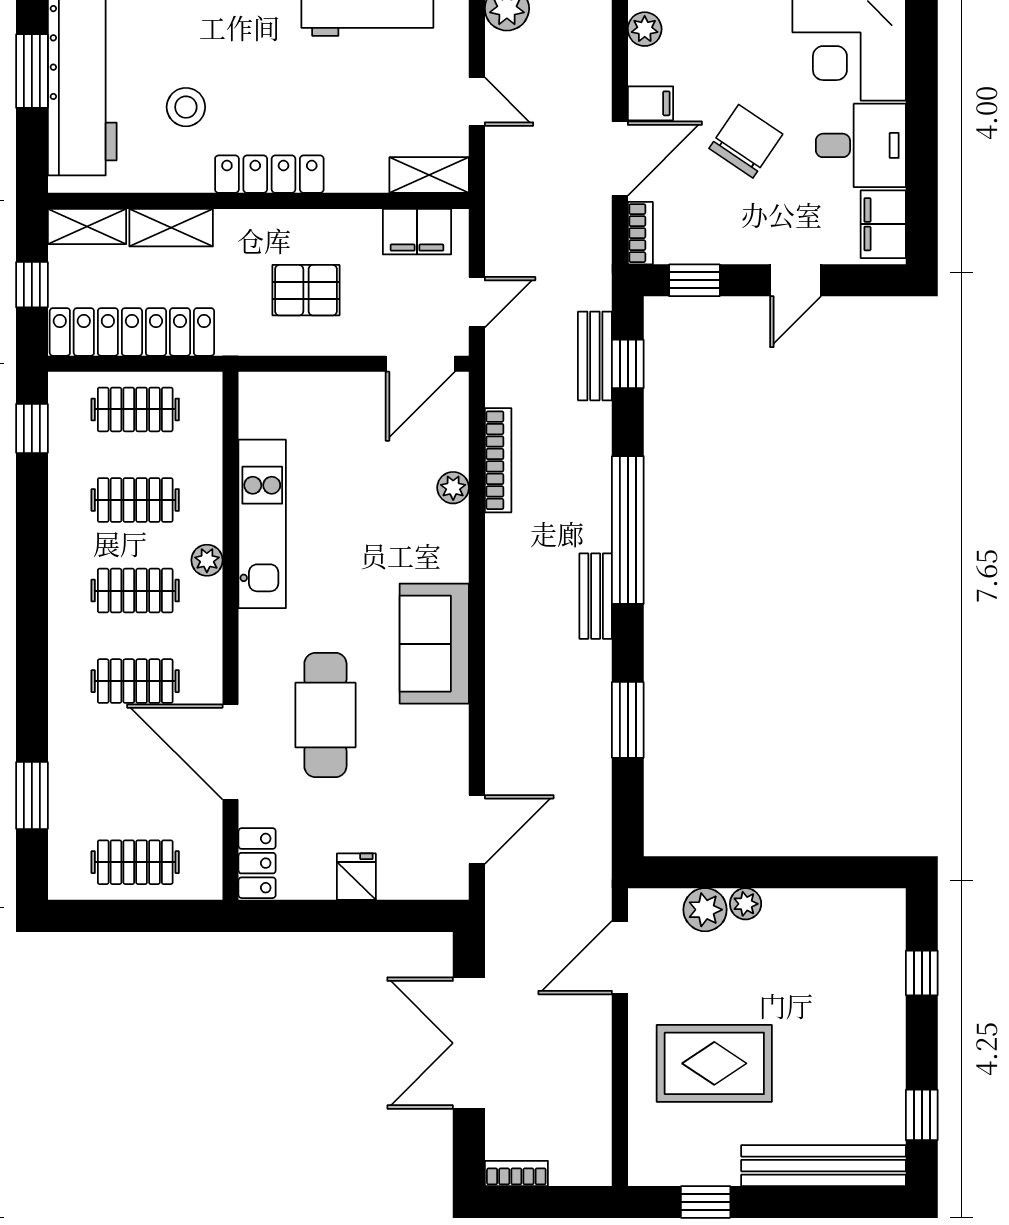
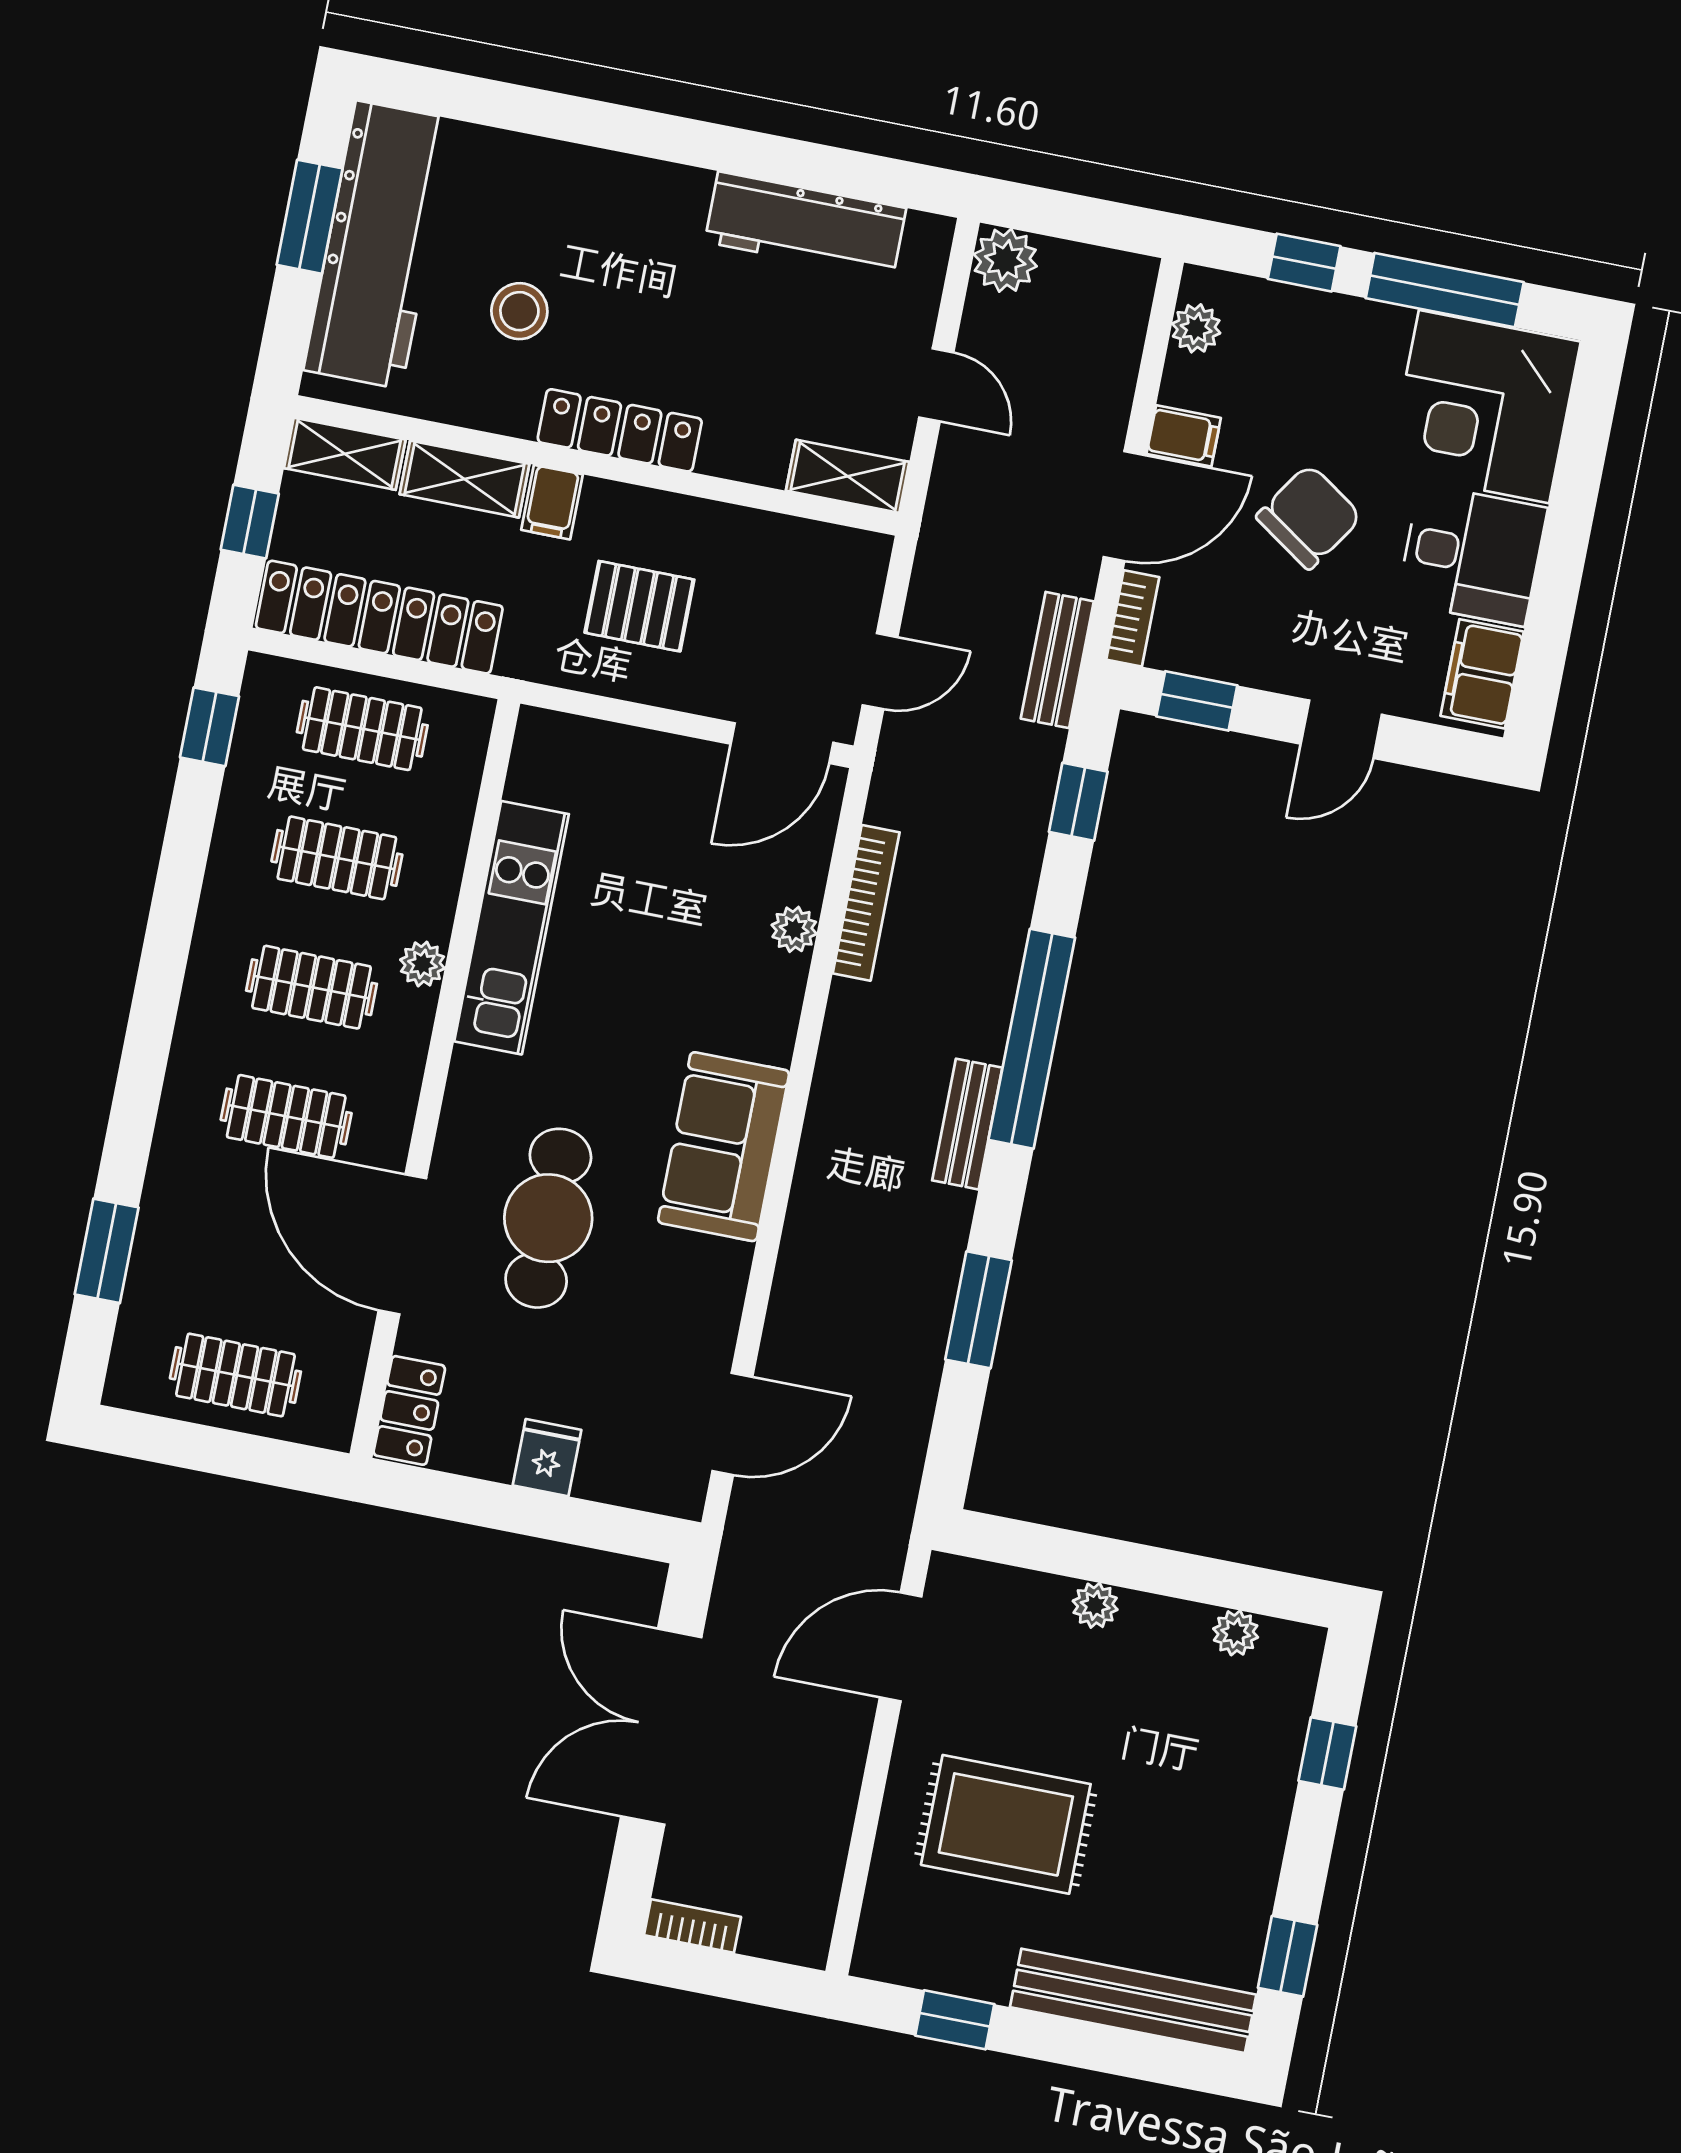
filing cabinet: (417, 232) -> (552, 502), moved, width x0.50
bench: (595, 356) -> (1057, 660), moved
plant: (705, 910) -> (1236, 1633), moved, width x0.73, depth x0.73

